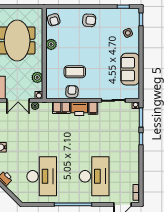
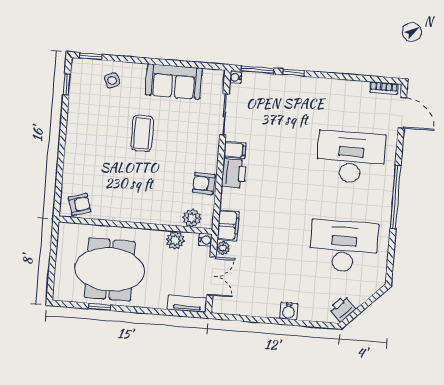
armchair: (89, 20) -> (85, 144), removed
plant: (51, 44) -> (192, 218), moved
coffee table: (75, 72) -> (142, 133), moved
filing cabinet: (61, 108) -> (228, 225), moved

